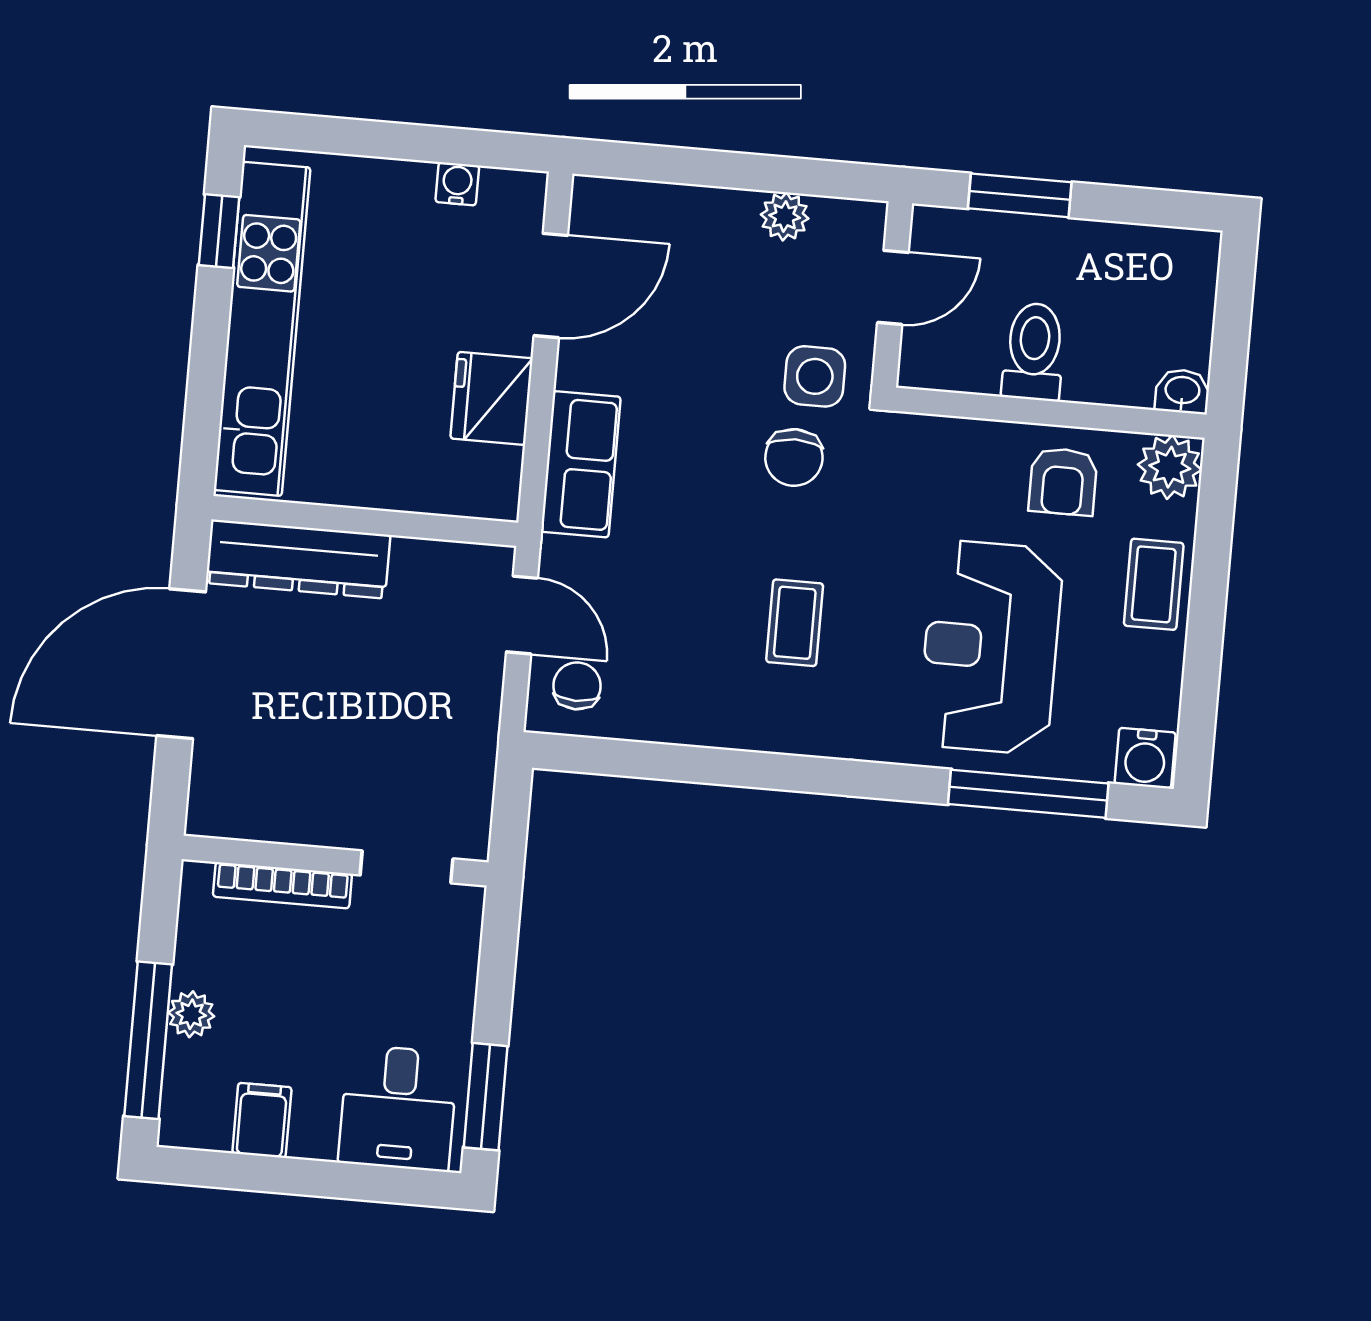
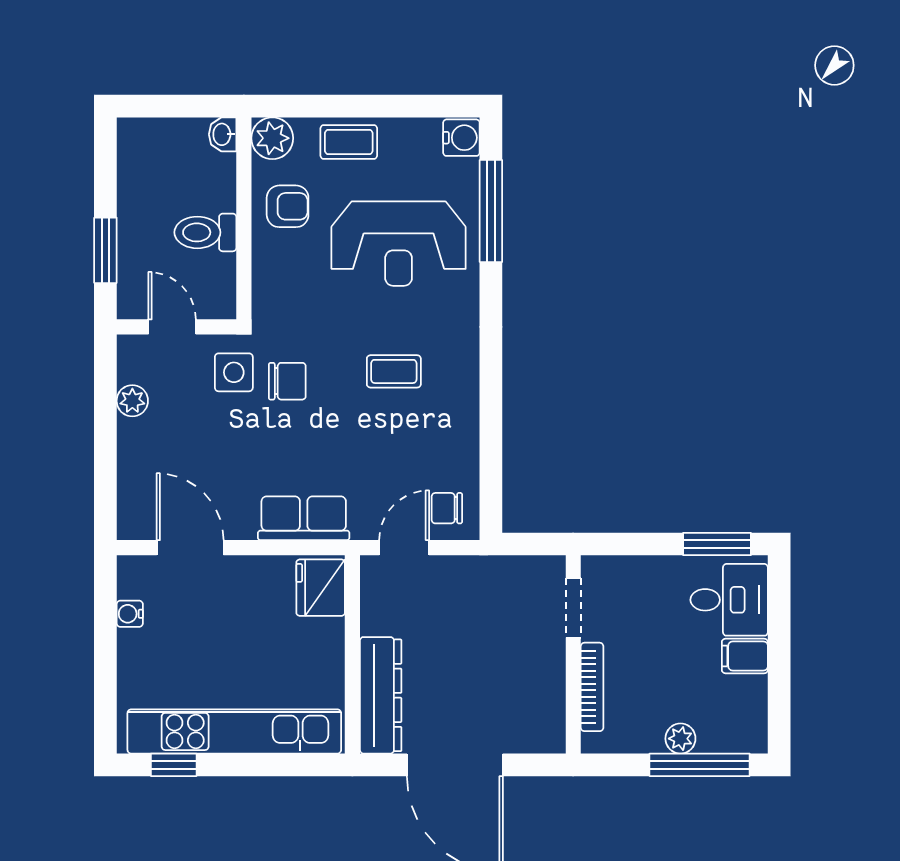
fridge: (492, 398) -> (321, 588), moved, turned 90
filing cabinet: (262, 1120) -> (745, 656), moved

